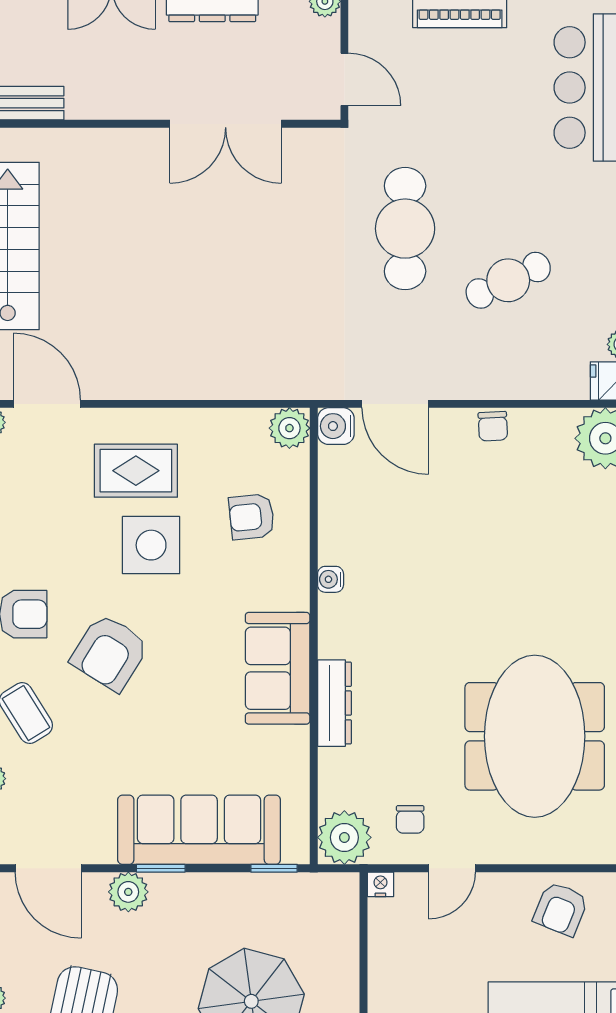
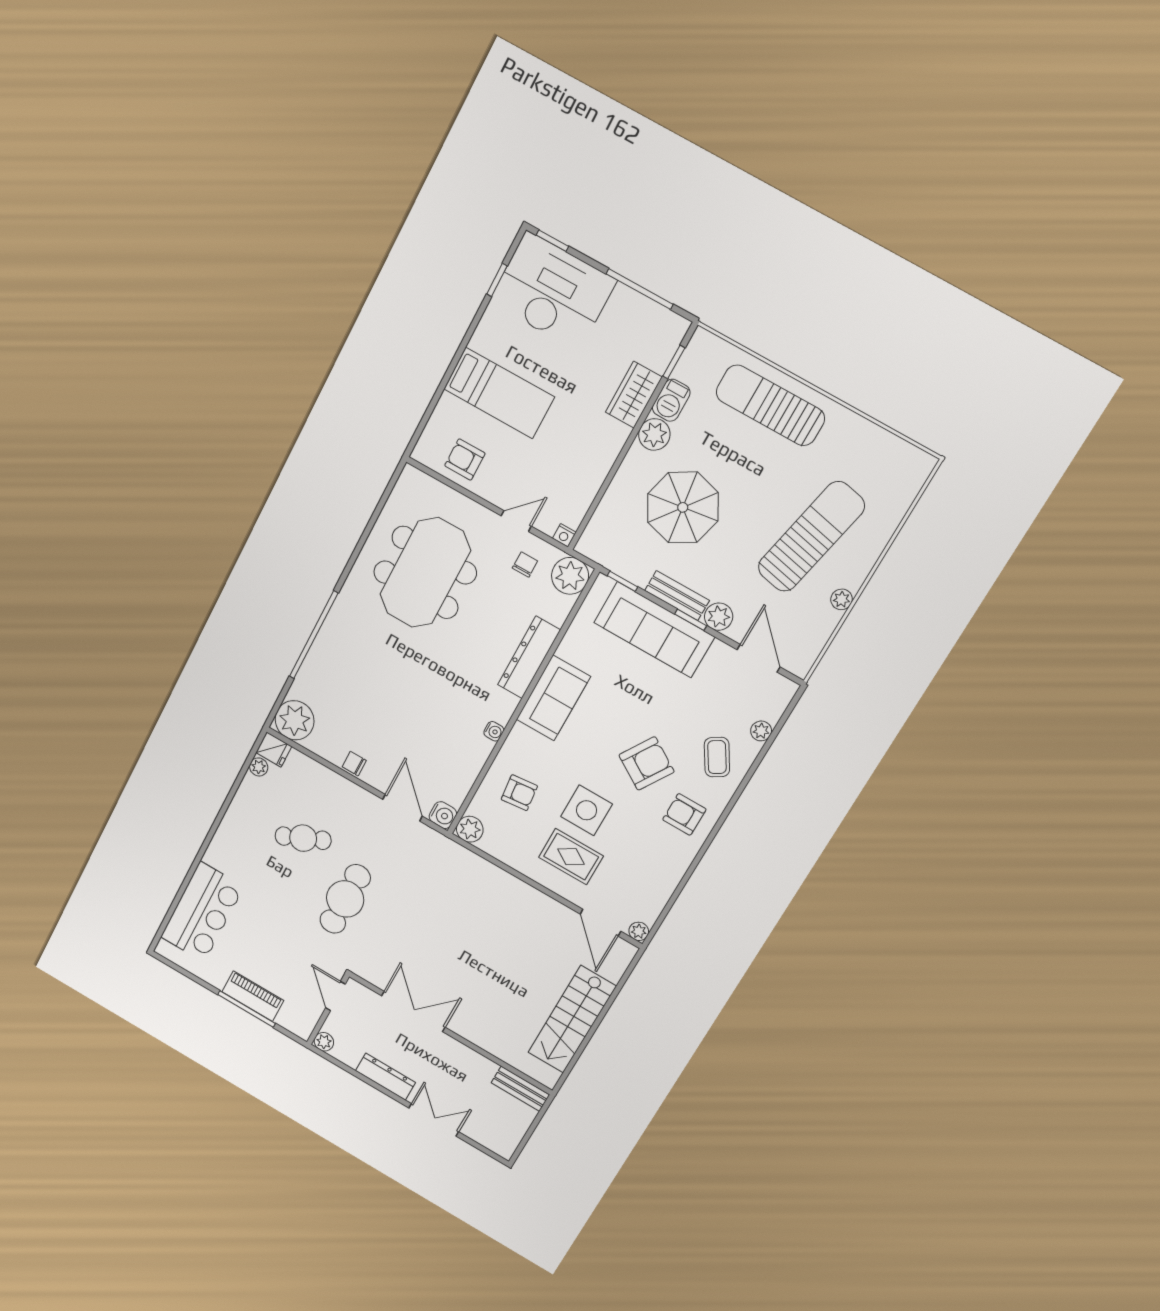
chair: (493, 426) -> (354, 764), turned -87
dresser: (334, 703) -> (529, 657), width x1.37, depth x1.24
bench: (195, 889) -> (677, 596), added
armchair: (561, 909) -> (465, 460), turned -112

